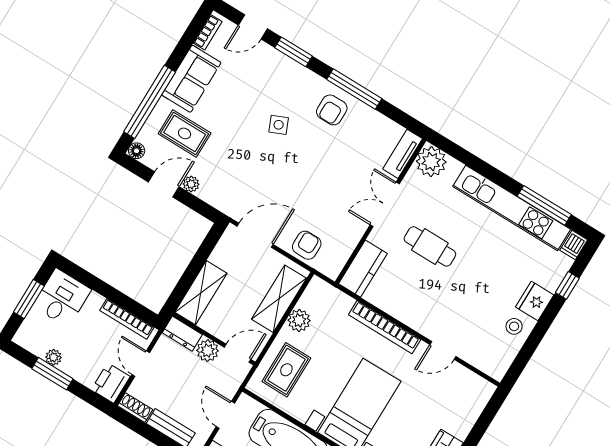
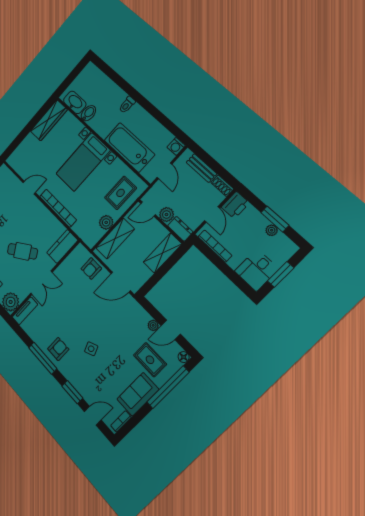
cafe table: (430, 246) -> (22, 251), turned -33

